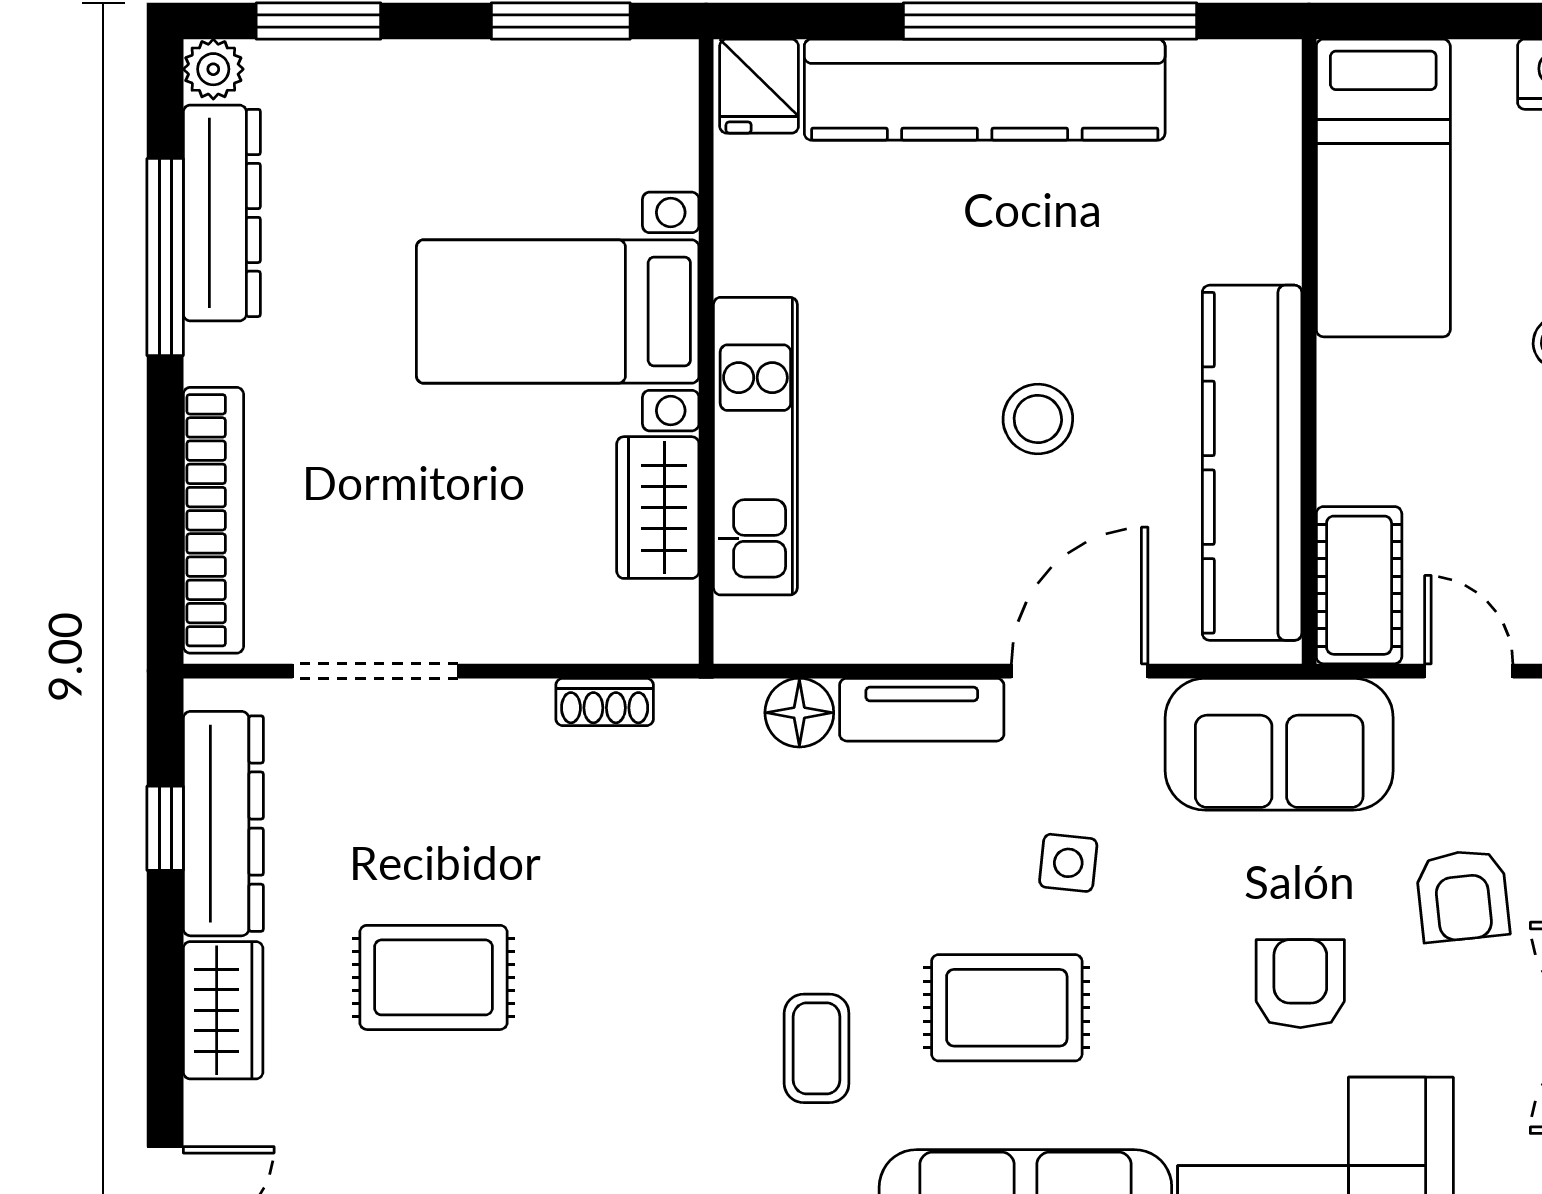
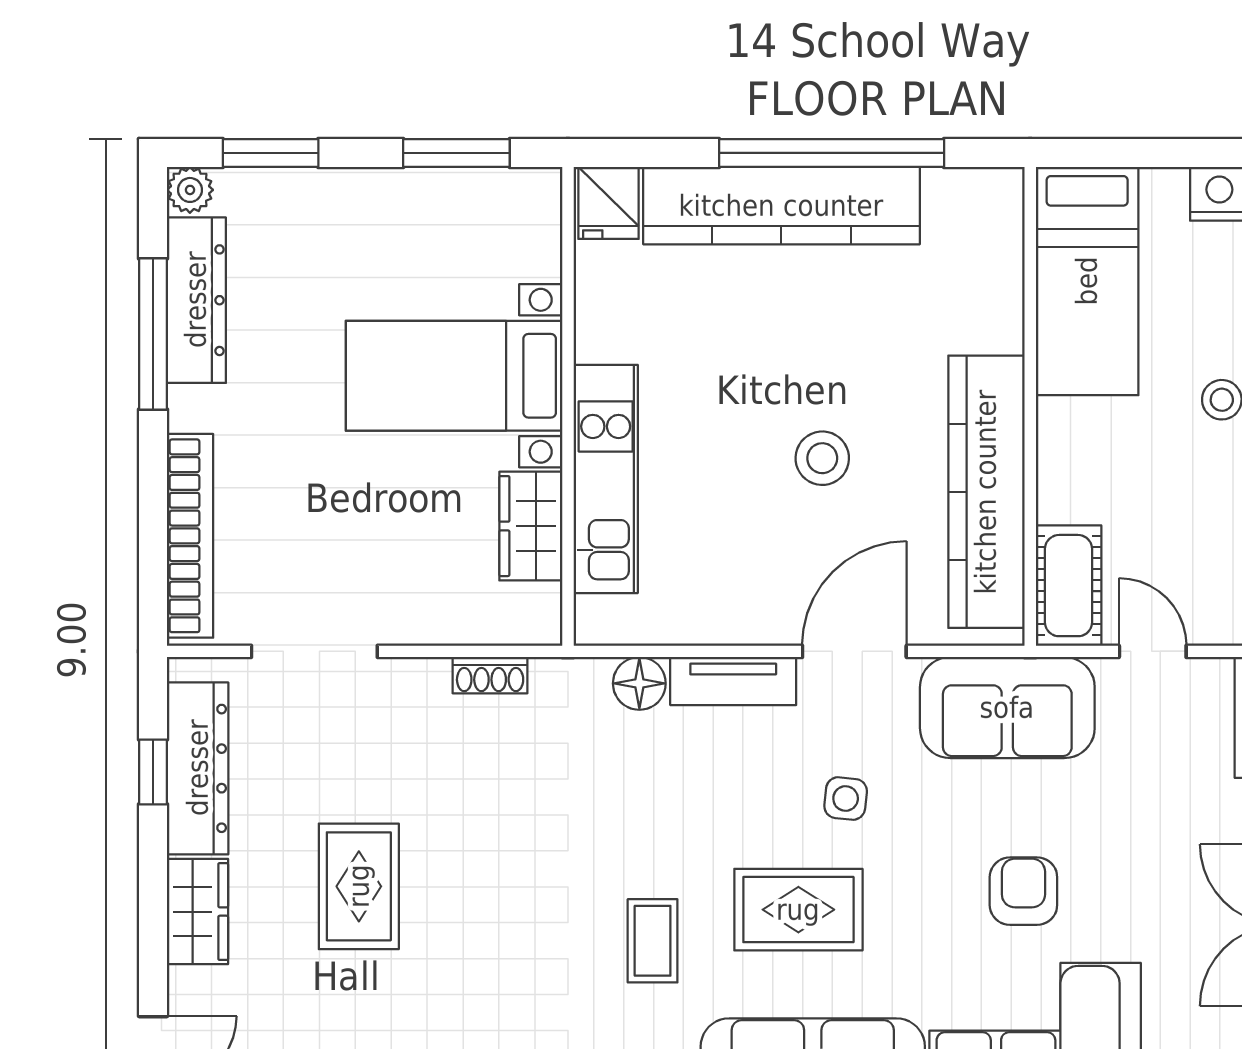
armchair: (1463, 895) -> (1148, 824), removed
rug: (433, 977) -> (359, 886), turned 90

